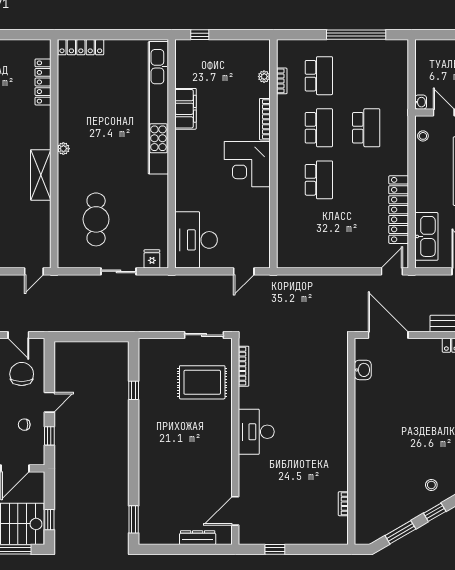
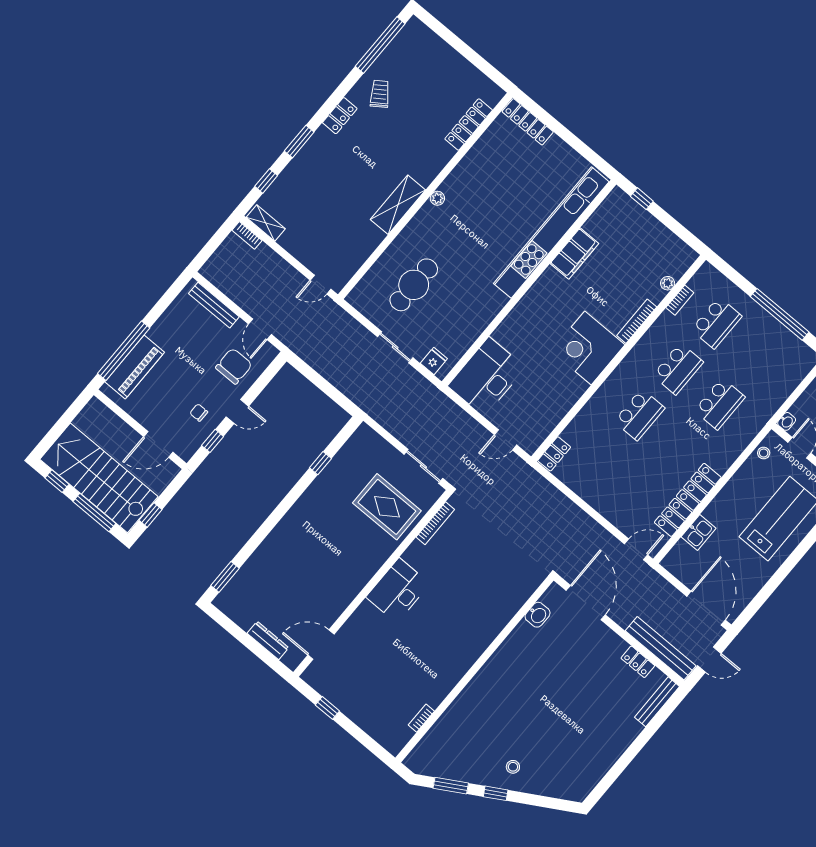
kitchen sink: (426, 236) -> (699, 533), width x0.53, depth x0.81
locker: (284, 254) -> (554, 454), added

